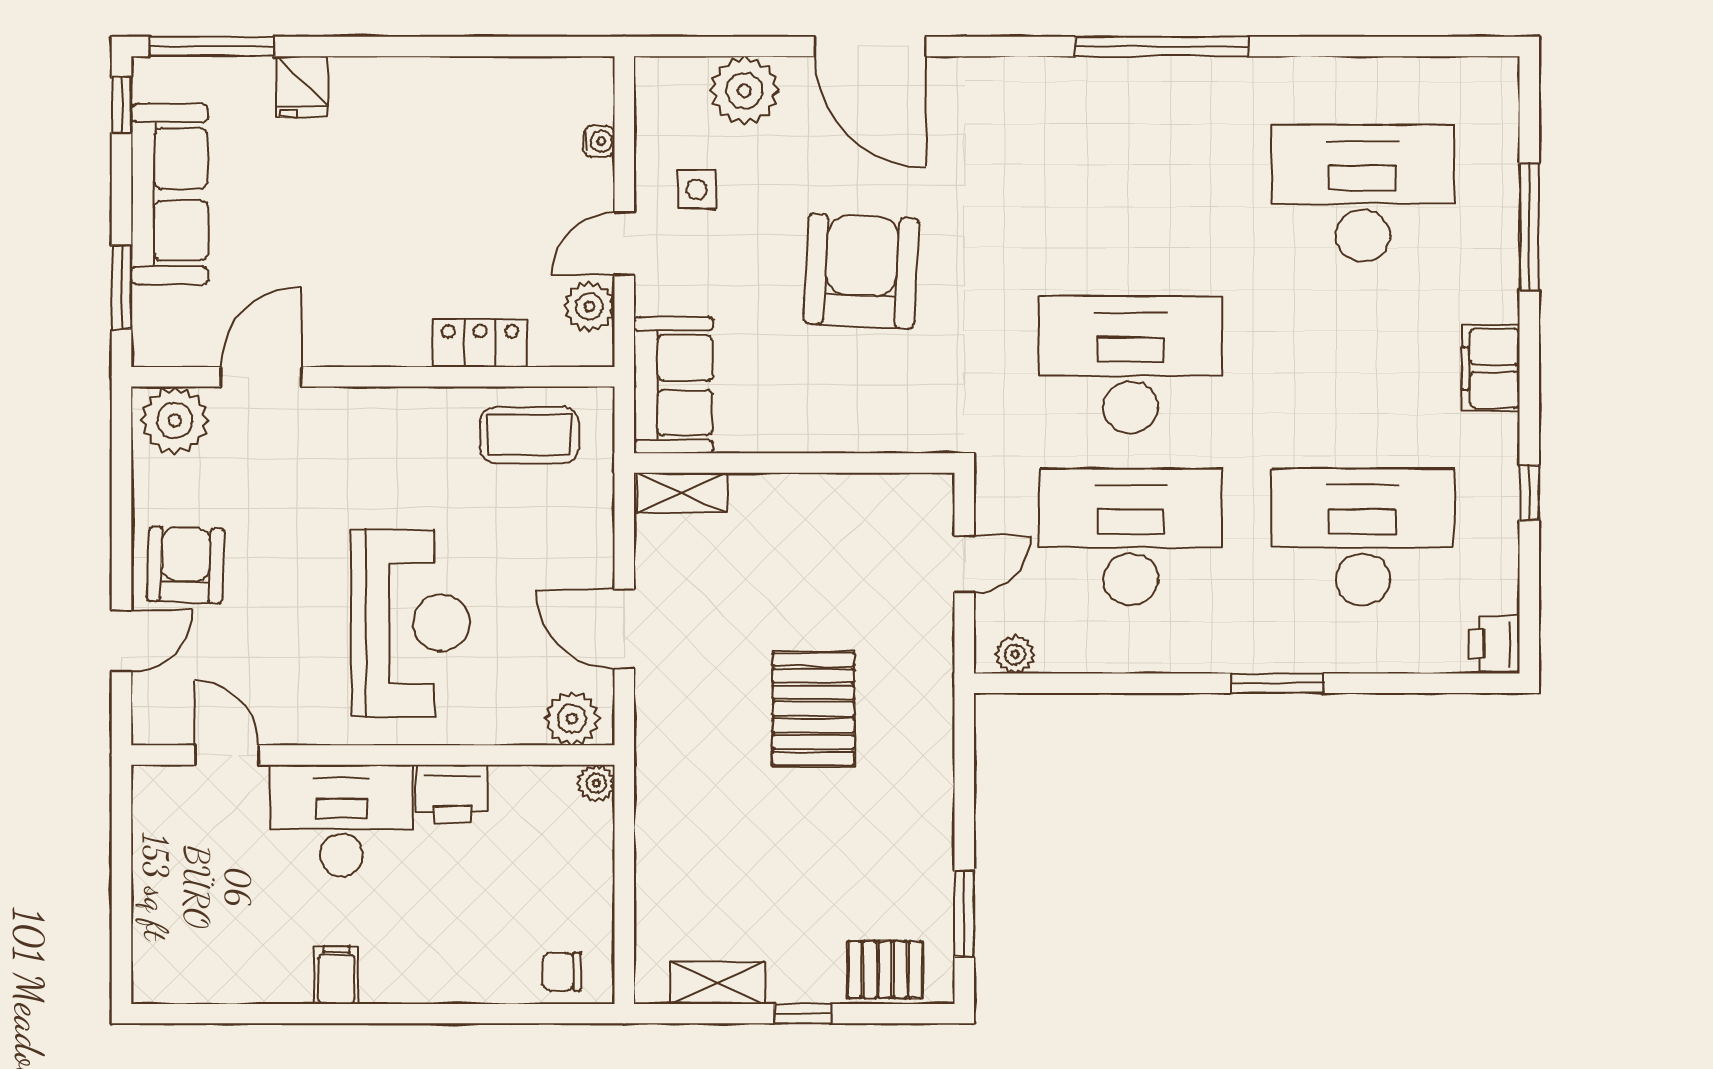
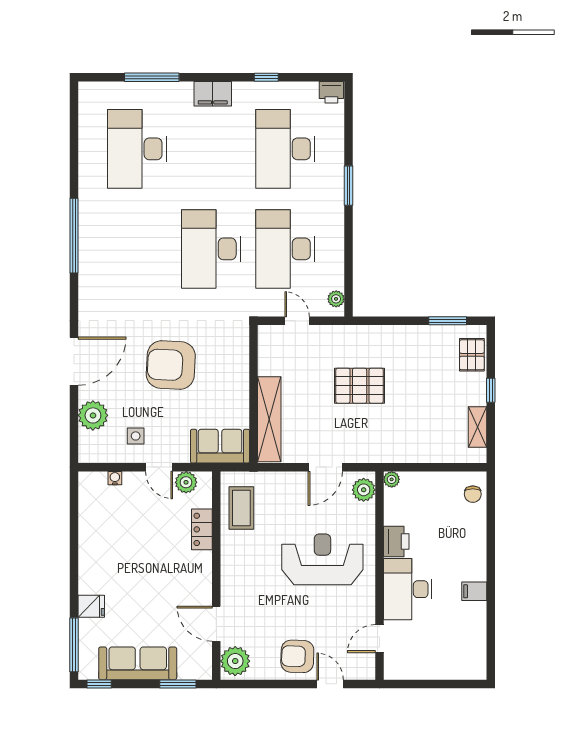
shelving: (682, 493) -> (269, 419), width x2.20, depth x1.33

